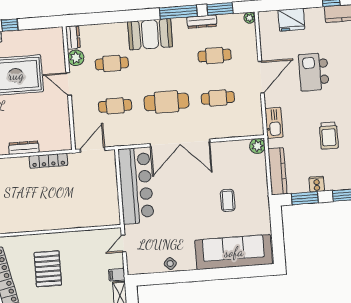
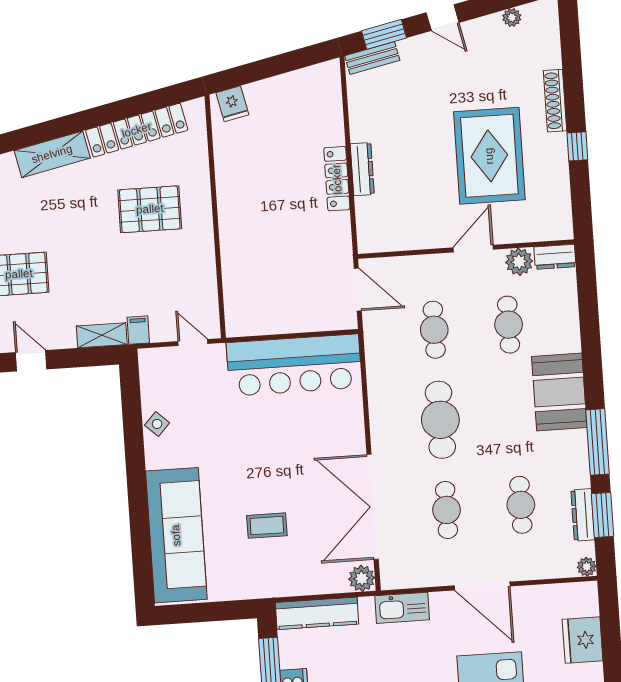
dresser: (202, 22) -> (583, 515), moved
double door: (180, 143) -> (373, 507), moved
locker: (48, 161) -> (337, 179), moved

